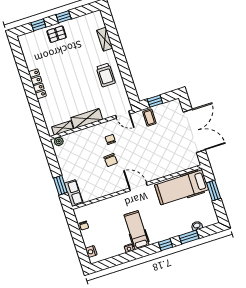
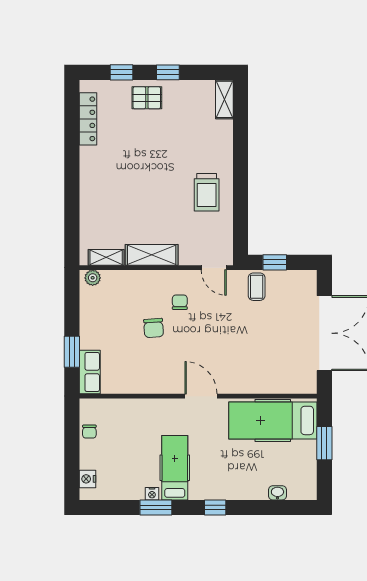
shelving: (105, 39) -> (224, 99), moved
locker: (37, 84) -> (88, 119), moved
chair: (111, 160) -> (154, 328), moved
window: (189, 237) -> (156, 507), moved

